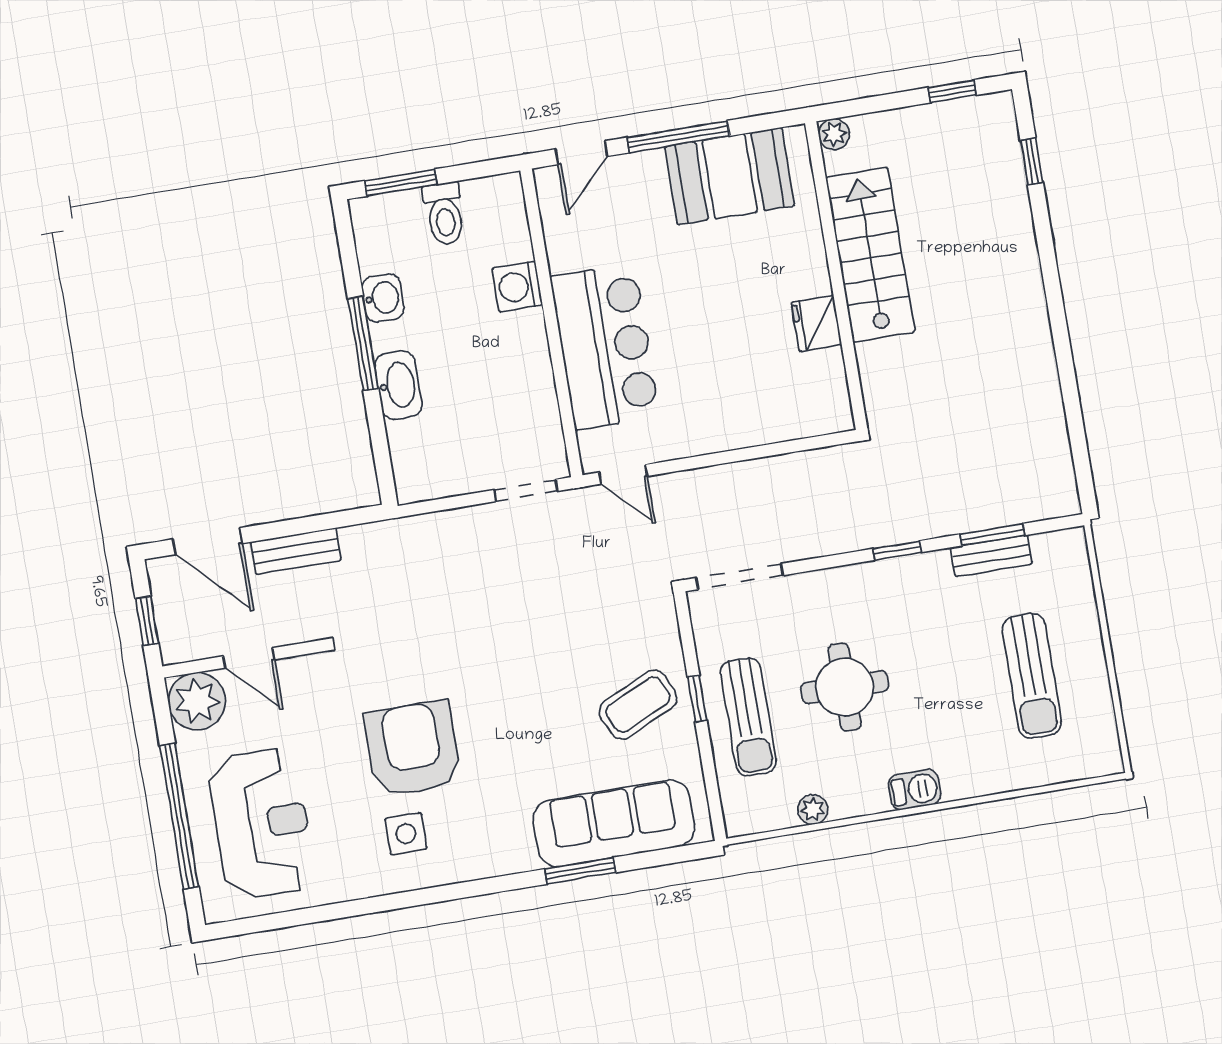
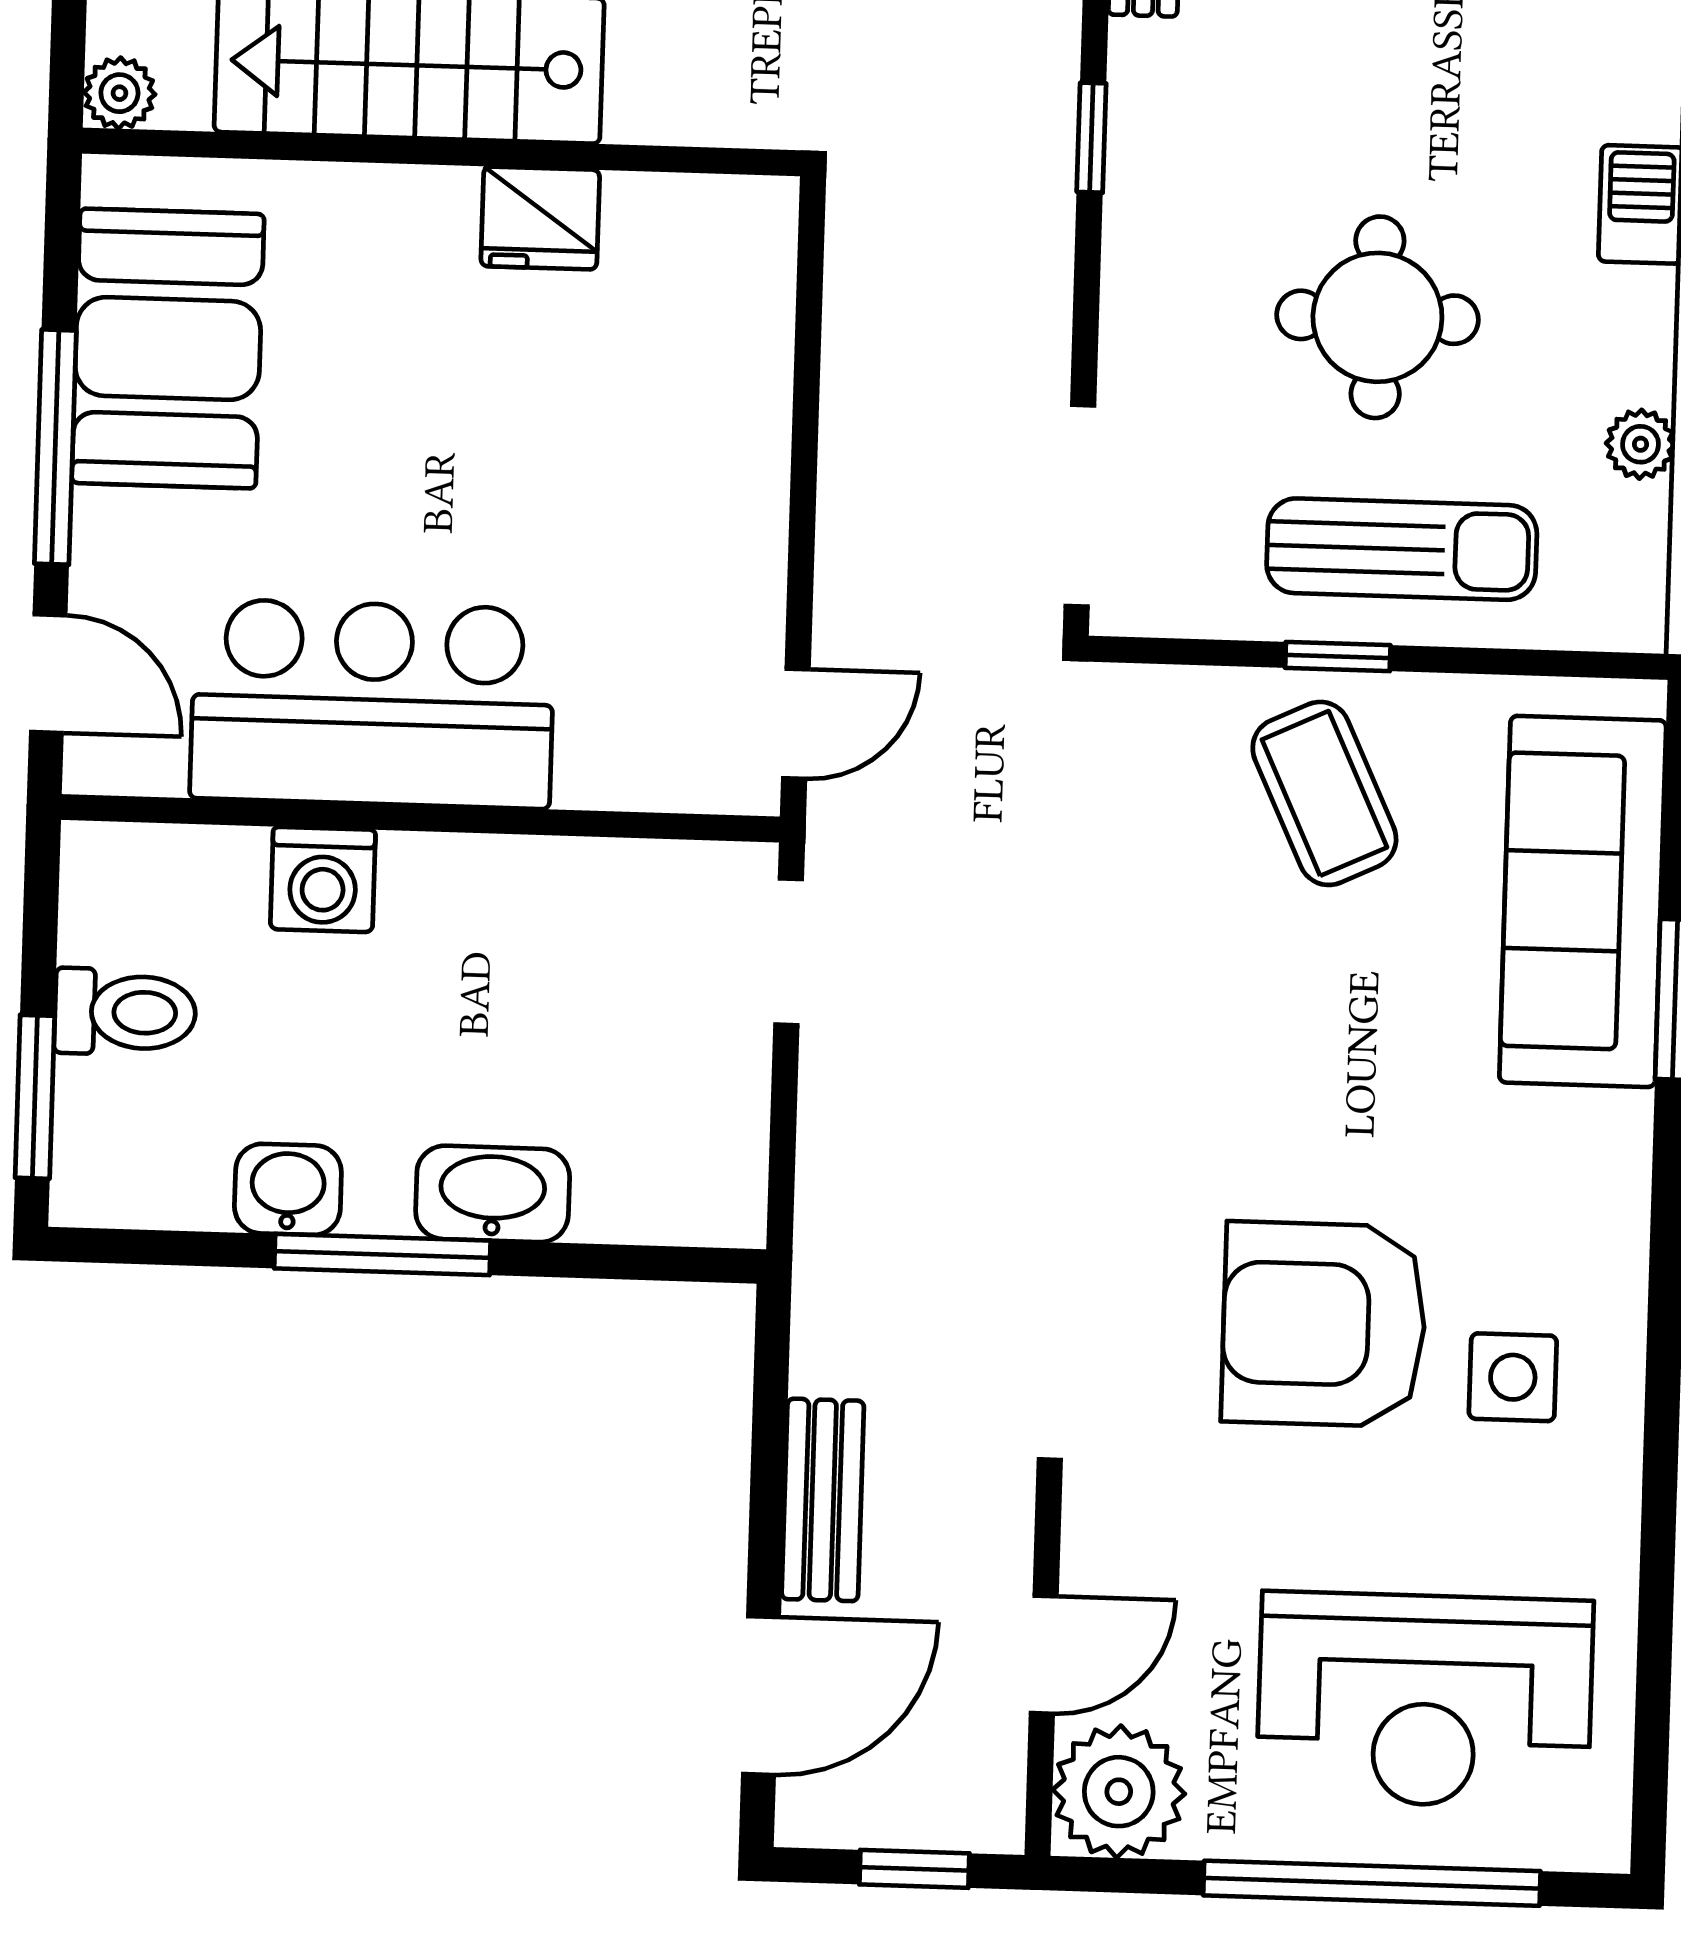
bar counter: (605, 347) -> (373, 704), moved
reception desk: (262, 823) -> (1425, 1700), turned 180

